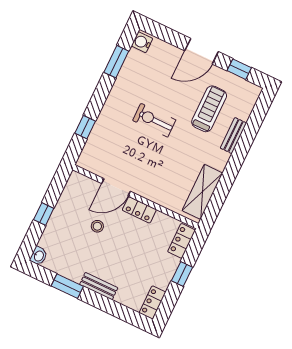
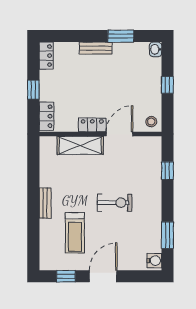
bench: (233, 136) -> (45, 203), moved
shelving: (202, 192) -> (80, 145), moved, turned 90
stool: (97, 226) -> (151, 122), moved

